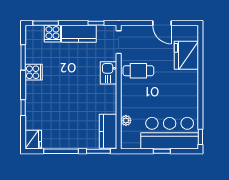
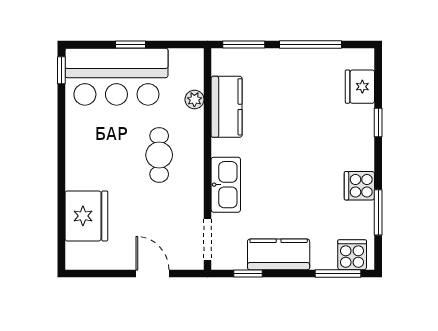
door: (162, 23) -> (152, 273), moved
cooker: (52, 34) -> (352, 255), moved
cafe table: (138, 71) -> (159, 155), moved, turned 90
kitchen sink: (108, 73) -> (226, 185), width x1.38
kitchen counter: (108, 131) -> (227, 107), moved
fridge: (33, 140) -> (360, 87), moved

